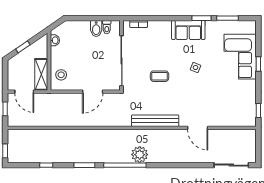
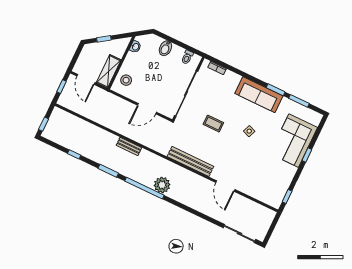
bidet: (96, 29) -> (165, 48), moved
sofa: (188, 30) -> (259, 95), width x1.36
bench: (93, 134) -> (129, 146), added

